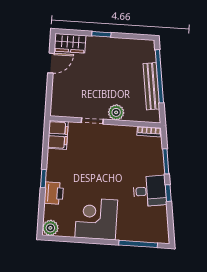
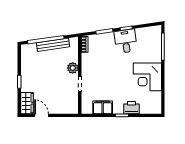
filing cabinet: (58, 135) -> (103, 107), moved
plant: (50, 228) -> (156, 108), removed

